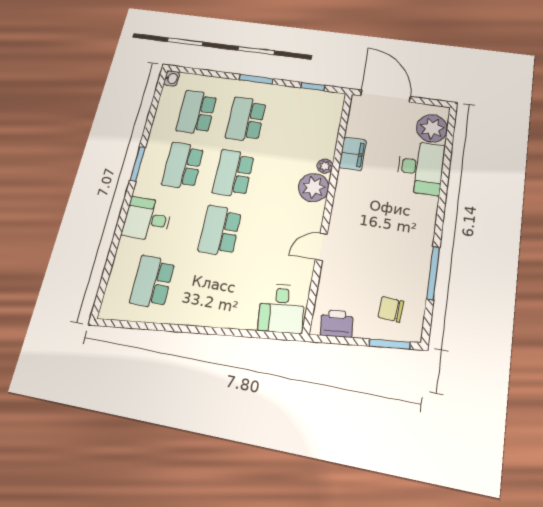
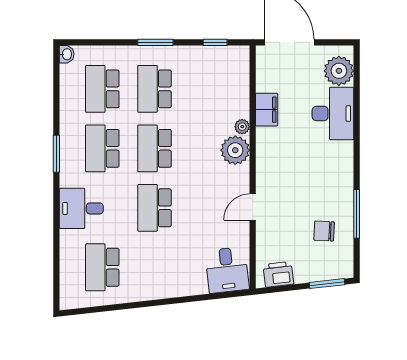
chair: (391, 309) -> (324, 231), moved

